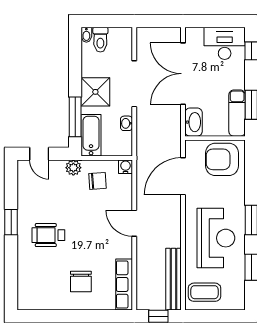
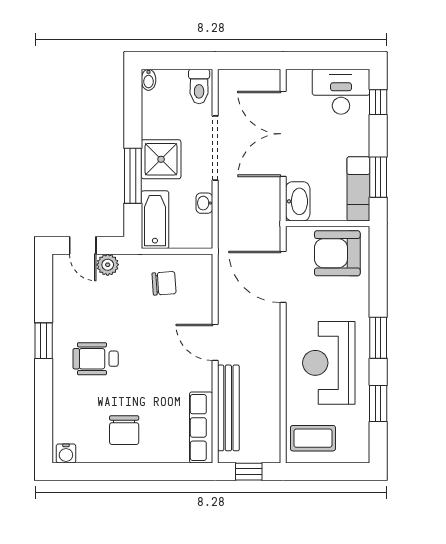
toilet: (100, 40) -> (199, 87), moved
window: (75, 117) -> (133, 176), moved
water cooler: (125, 167) -> (66, 453), moved, turned 180
plant: (73, 168) -> (108, 265), moved
door: (183, 176) -> (283, 277), hinge flipped
reception desk: (216, 238) -> (329, 363), turned 180
bench: (174, 279) -> (228, 408), moved
chair: (81, 281) -> (124, 430), moved

